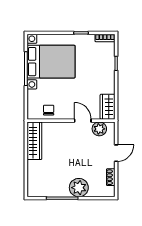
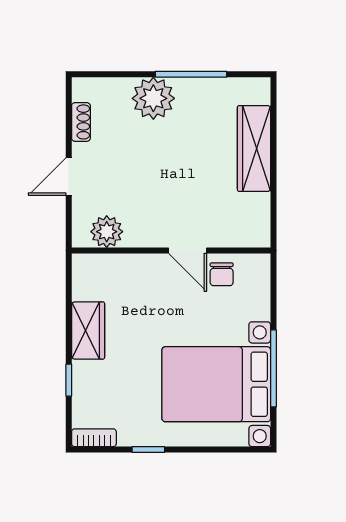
wardrobe: (108, 107) -> (88, 331), moved
door: (83, 121) -> (188, 250), moved
wardrobe: (34, 141) -> (254, 148), moved

